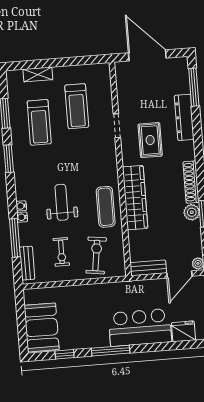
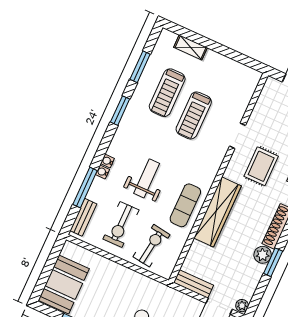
treadmill: (77, 106) -> (194, 115), moved
exercise bike: (61, 252) -> (121, 224), width x1.38, depth x1.39

